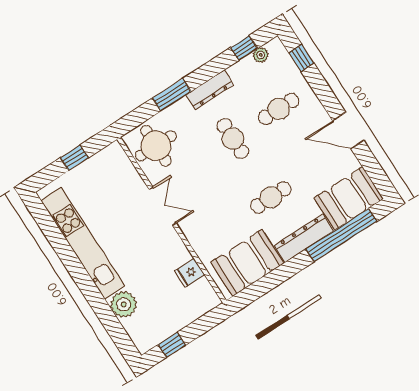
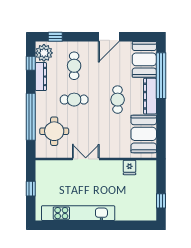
plant: (261, 55) -> (44, 53), width x1.88, depth x1.88
dresser: (210, 90) -> (41, 77), moved
window: (172, 95) -> (31, 117), width x2.11
round table: (156, 146) -> (54, 131), moved
plant: (124, 304) -> (124, 212), removed

